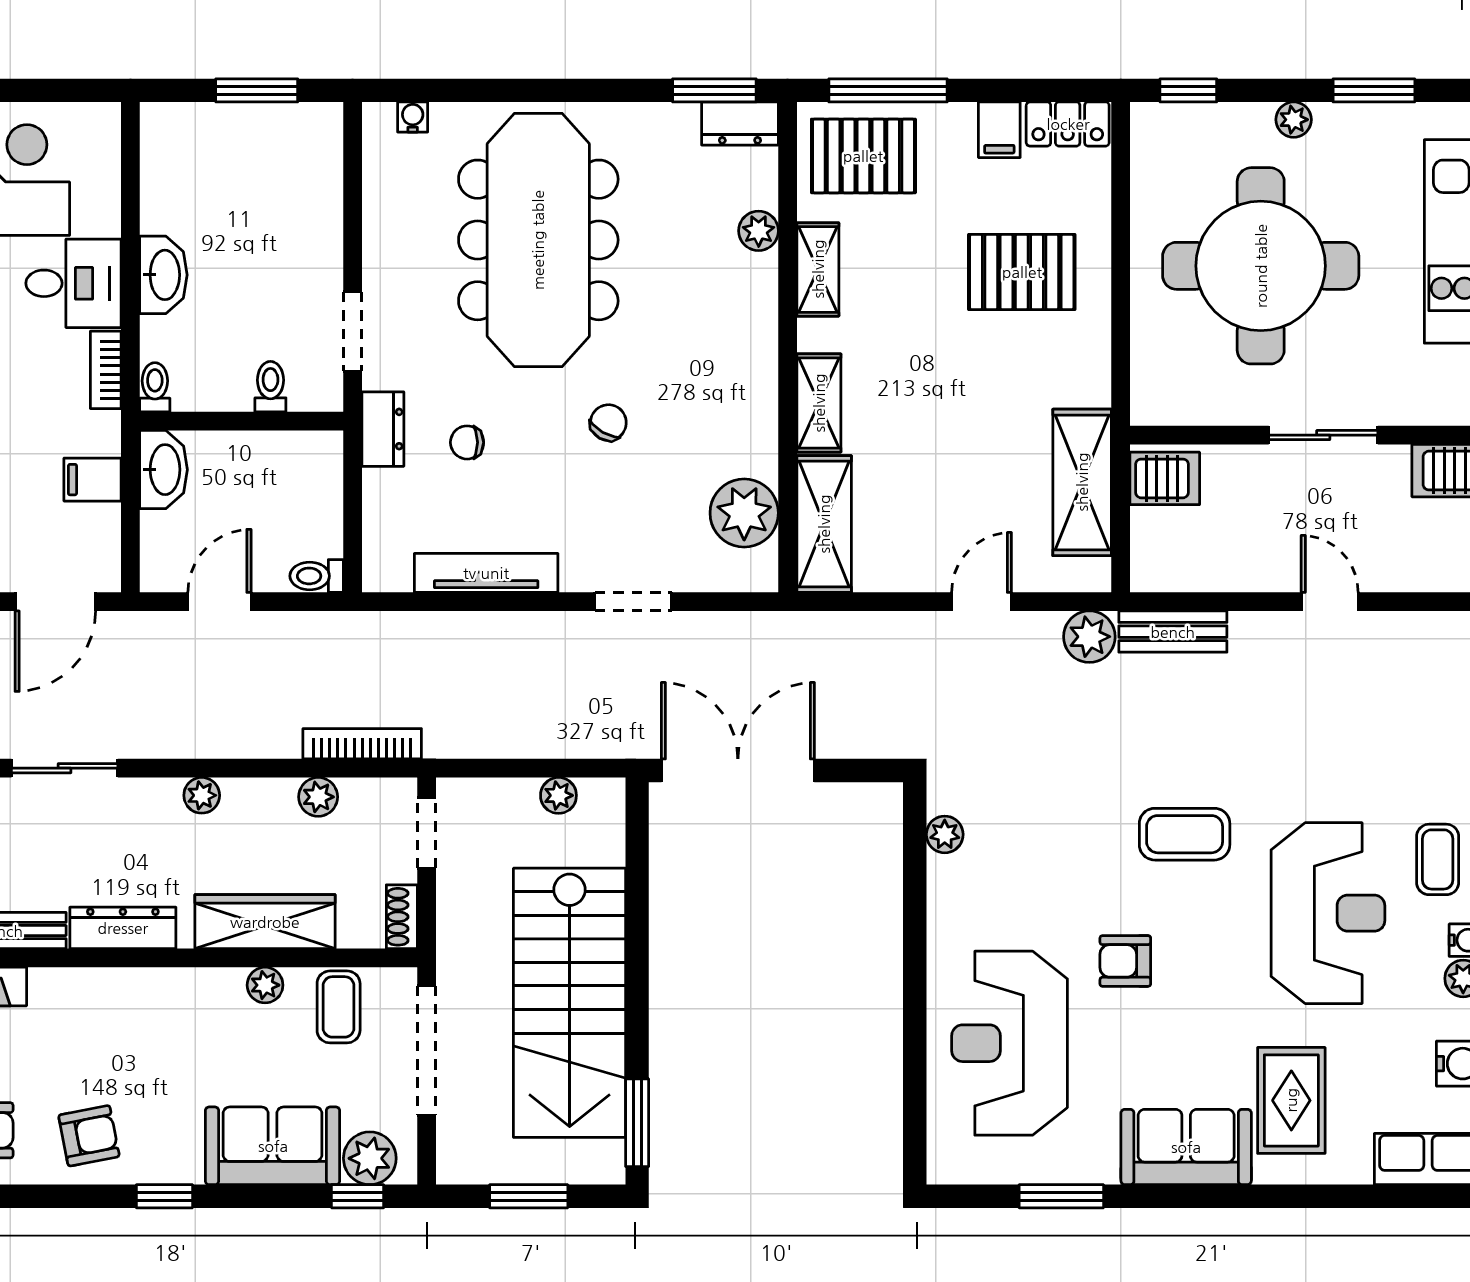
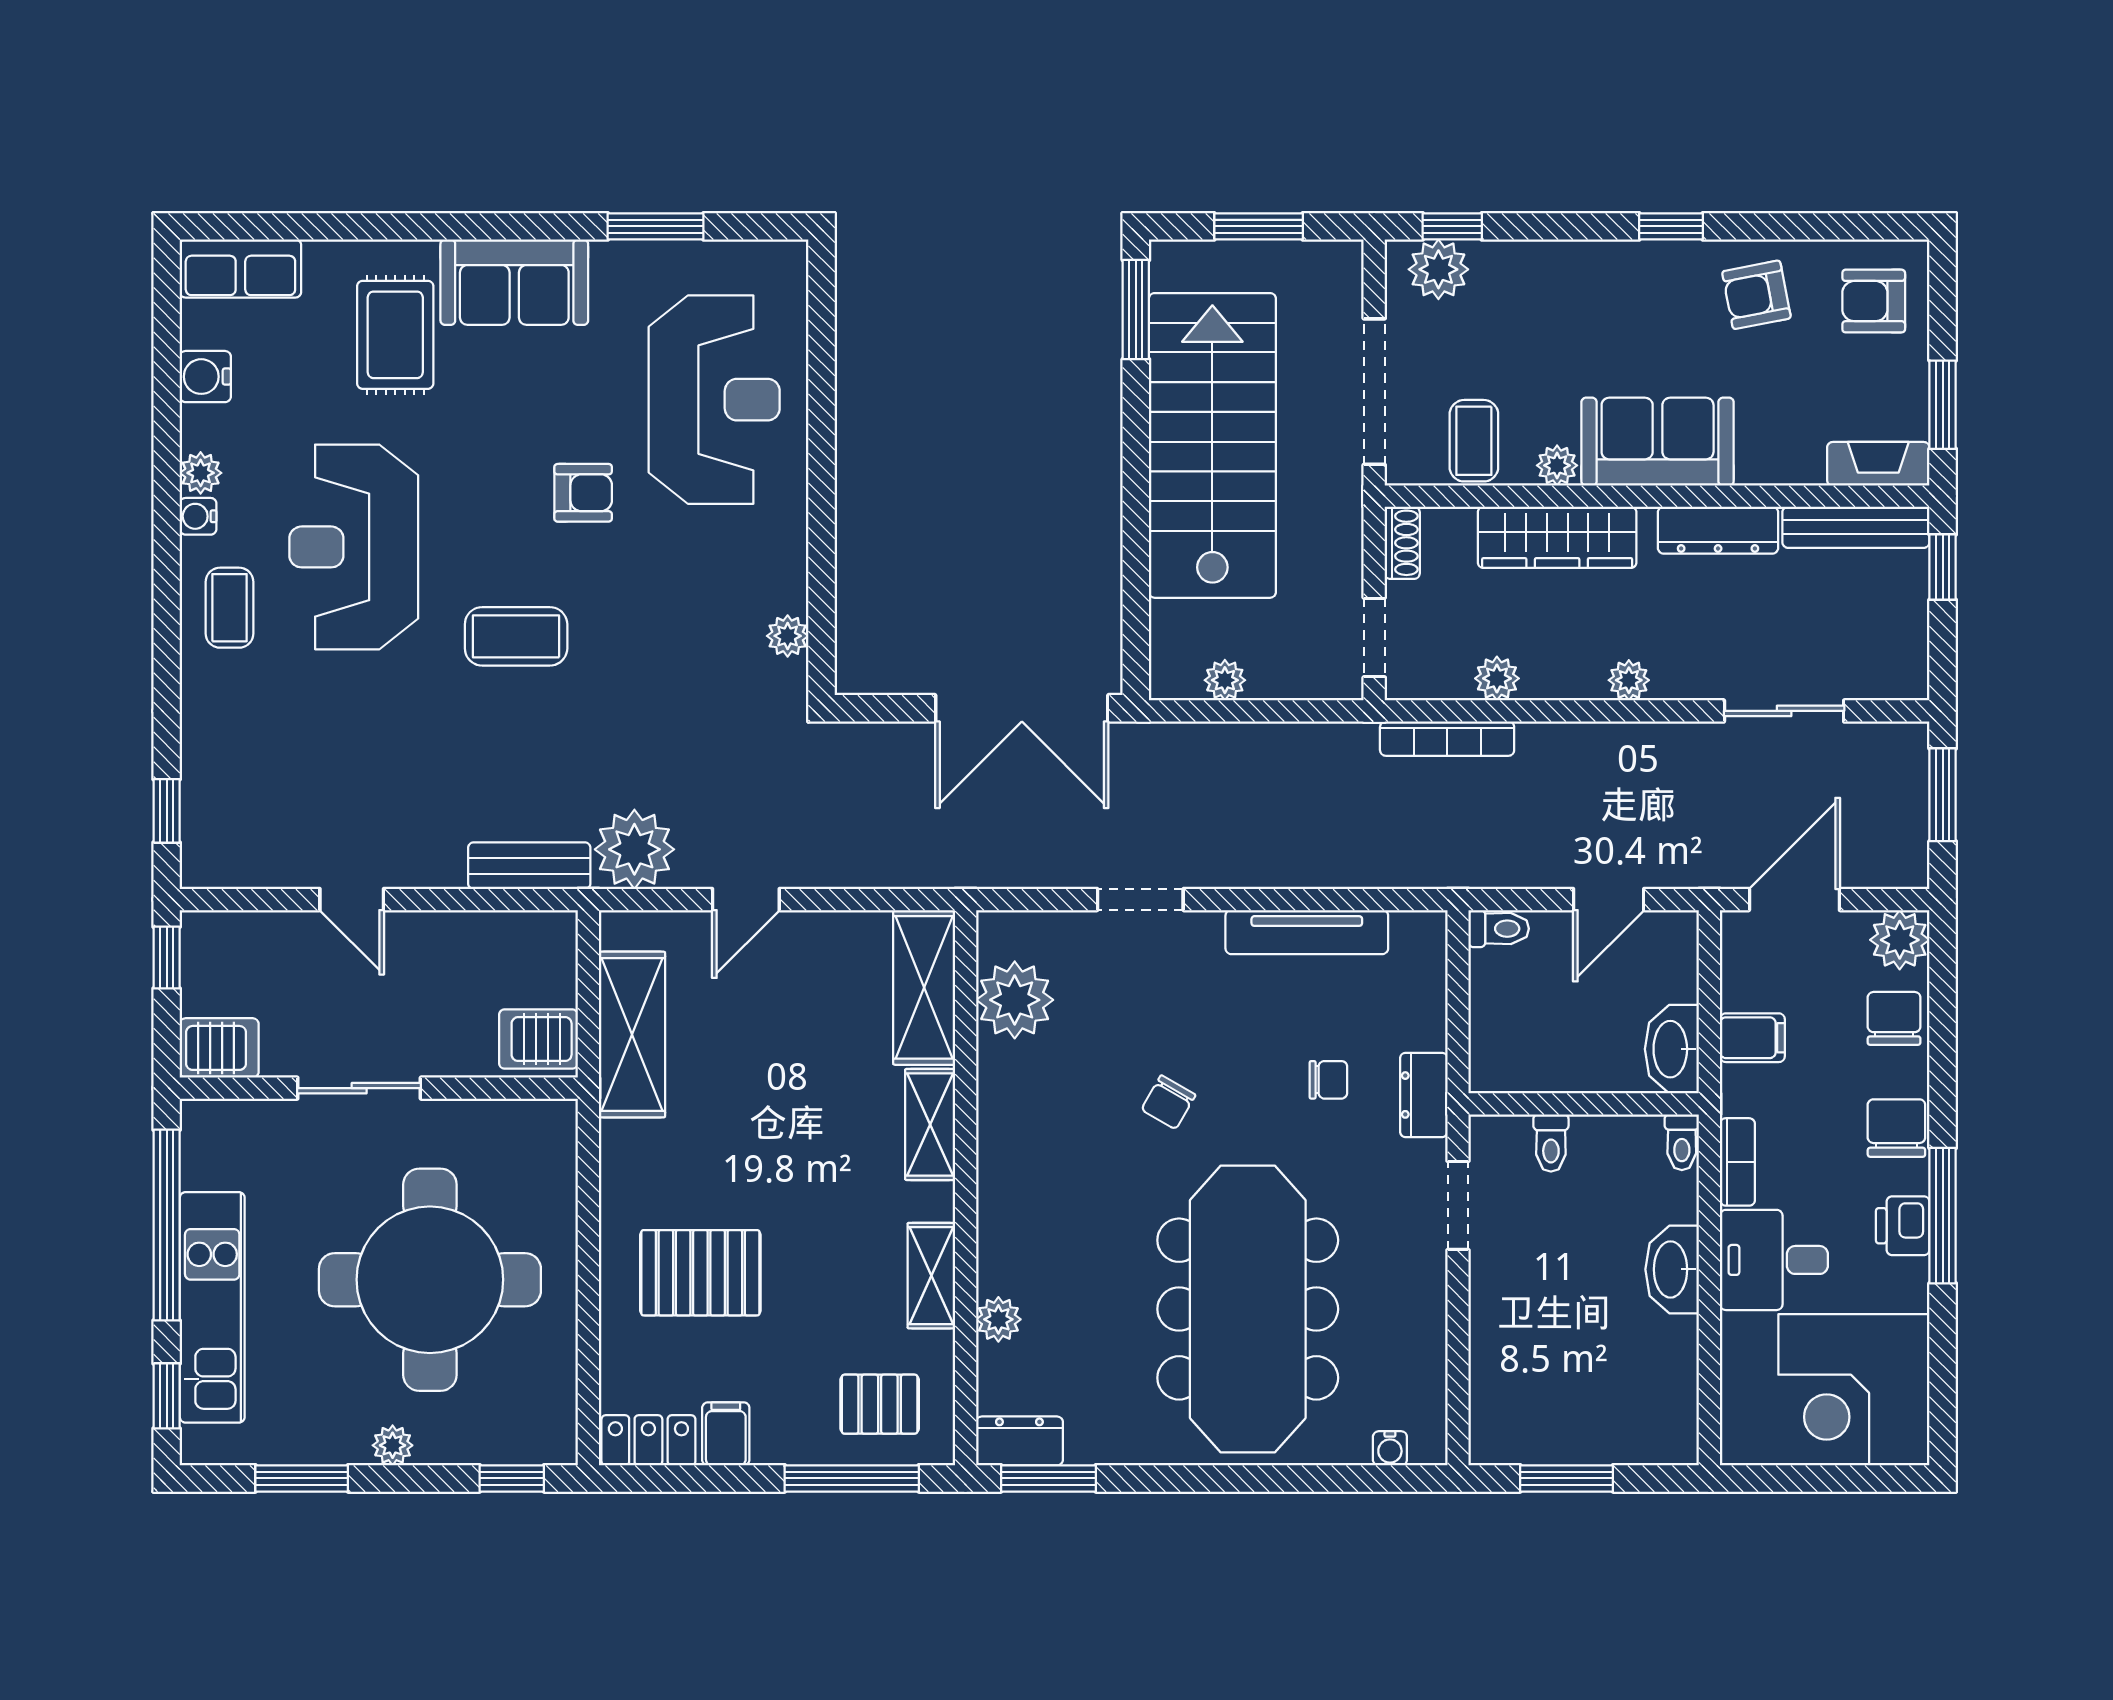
pallet: (863, 156) -> (880, 1404), width x0.67, depth x0.71
plant: (1089, 637) -> (634, 849), width x1.36, depth x1.36
sofa: (273, 1146) -> (1658, 442), moved, turned 180

